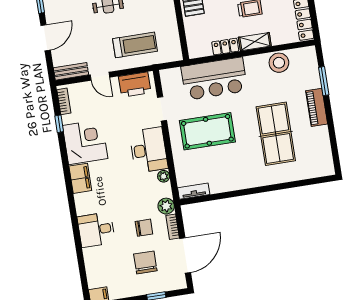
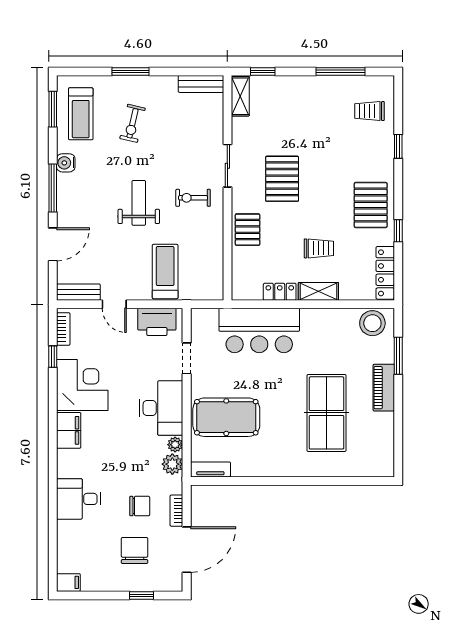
treadmill: (135, 45) -> (165, 272), turned -90
stool: (279, 63) -> (372, 323), moved
pool table: (207, 131) -> (226, 417), moved
plant: (166, 206) -> (172, 464), moved

